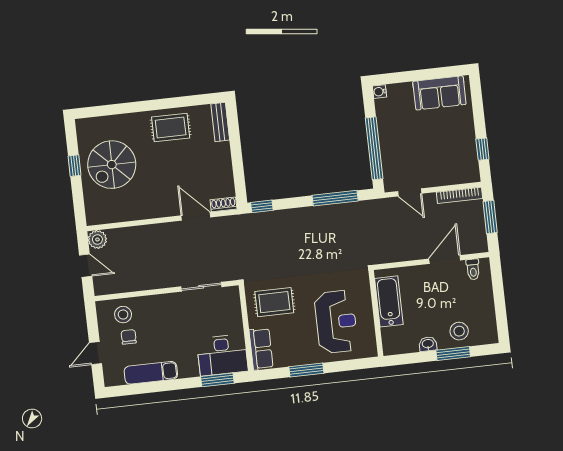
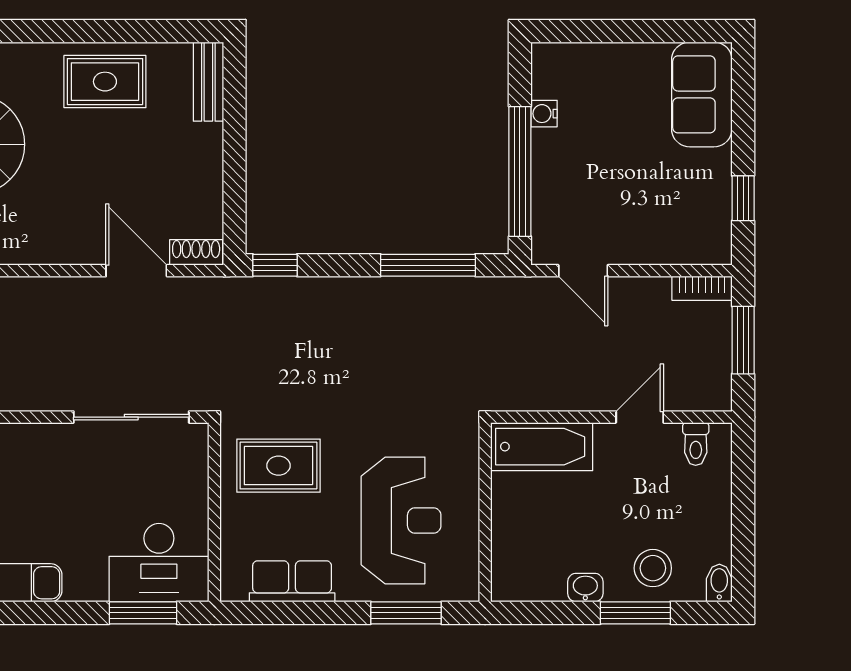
water cooler: (380, 92) -> (544, 114), moved
sofa: (439, 93) -> (702, 94), moved, turned 90
bookcase: (460, 195) -> (702, 288), width x0.64
door: (445, 259) -> (640, 417), width x0.73
sliding door: (201, 287) -> (131, 417), width x1.37
bathtub: (389, 301) -> (542, 447), moved, turned 90
bidet: (492, 335) -> (719, 583), added
row of seats: (261, 349) -> (292, 581), moved, turned -90
window: (306, 370) -> (406, 613), moved

